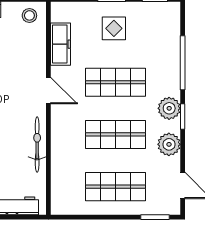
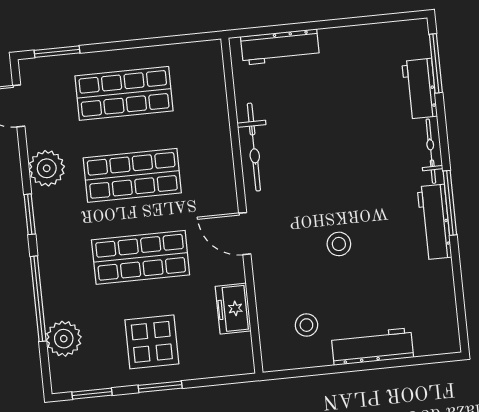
stool: (29, 15) -> (306, 325), moved
display table: (114, 28) -> (152, 342), width x1.36, depth x1.36
freezer: (61, 44) -> (233, 309), width x0.71
plant: (169, 108) -> (64, 339), moved

